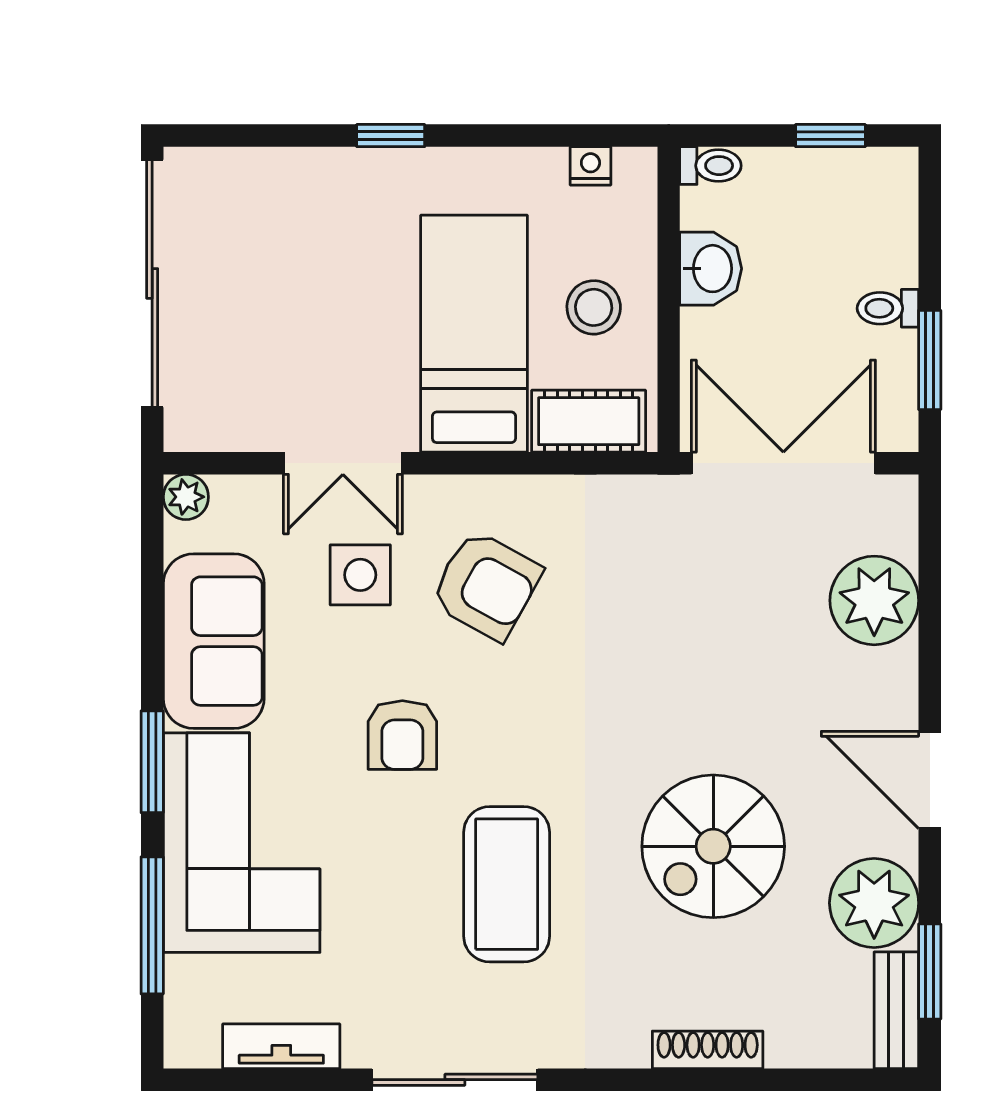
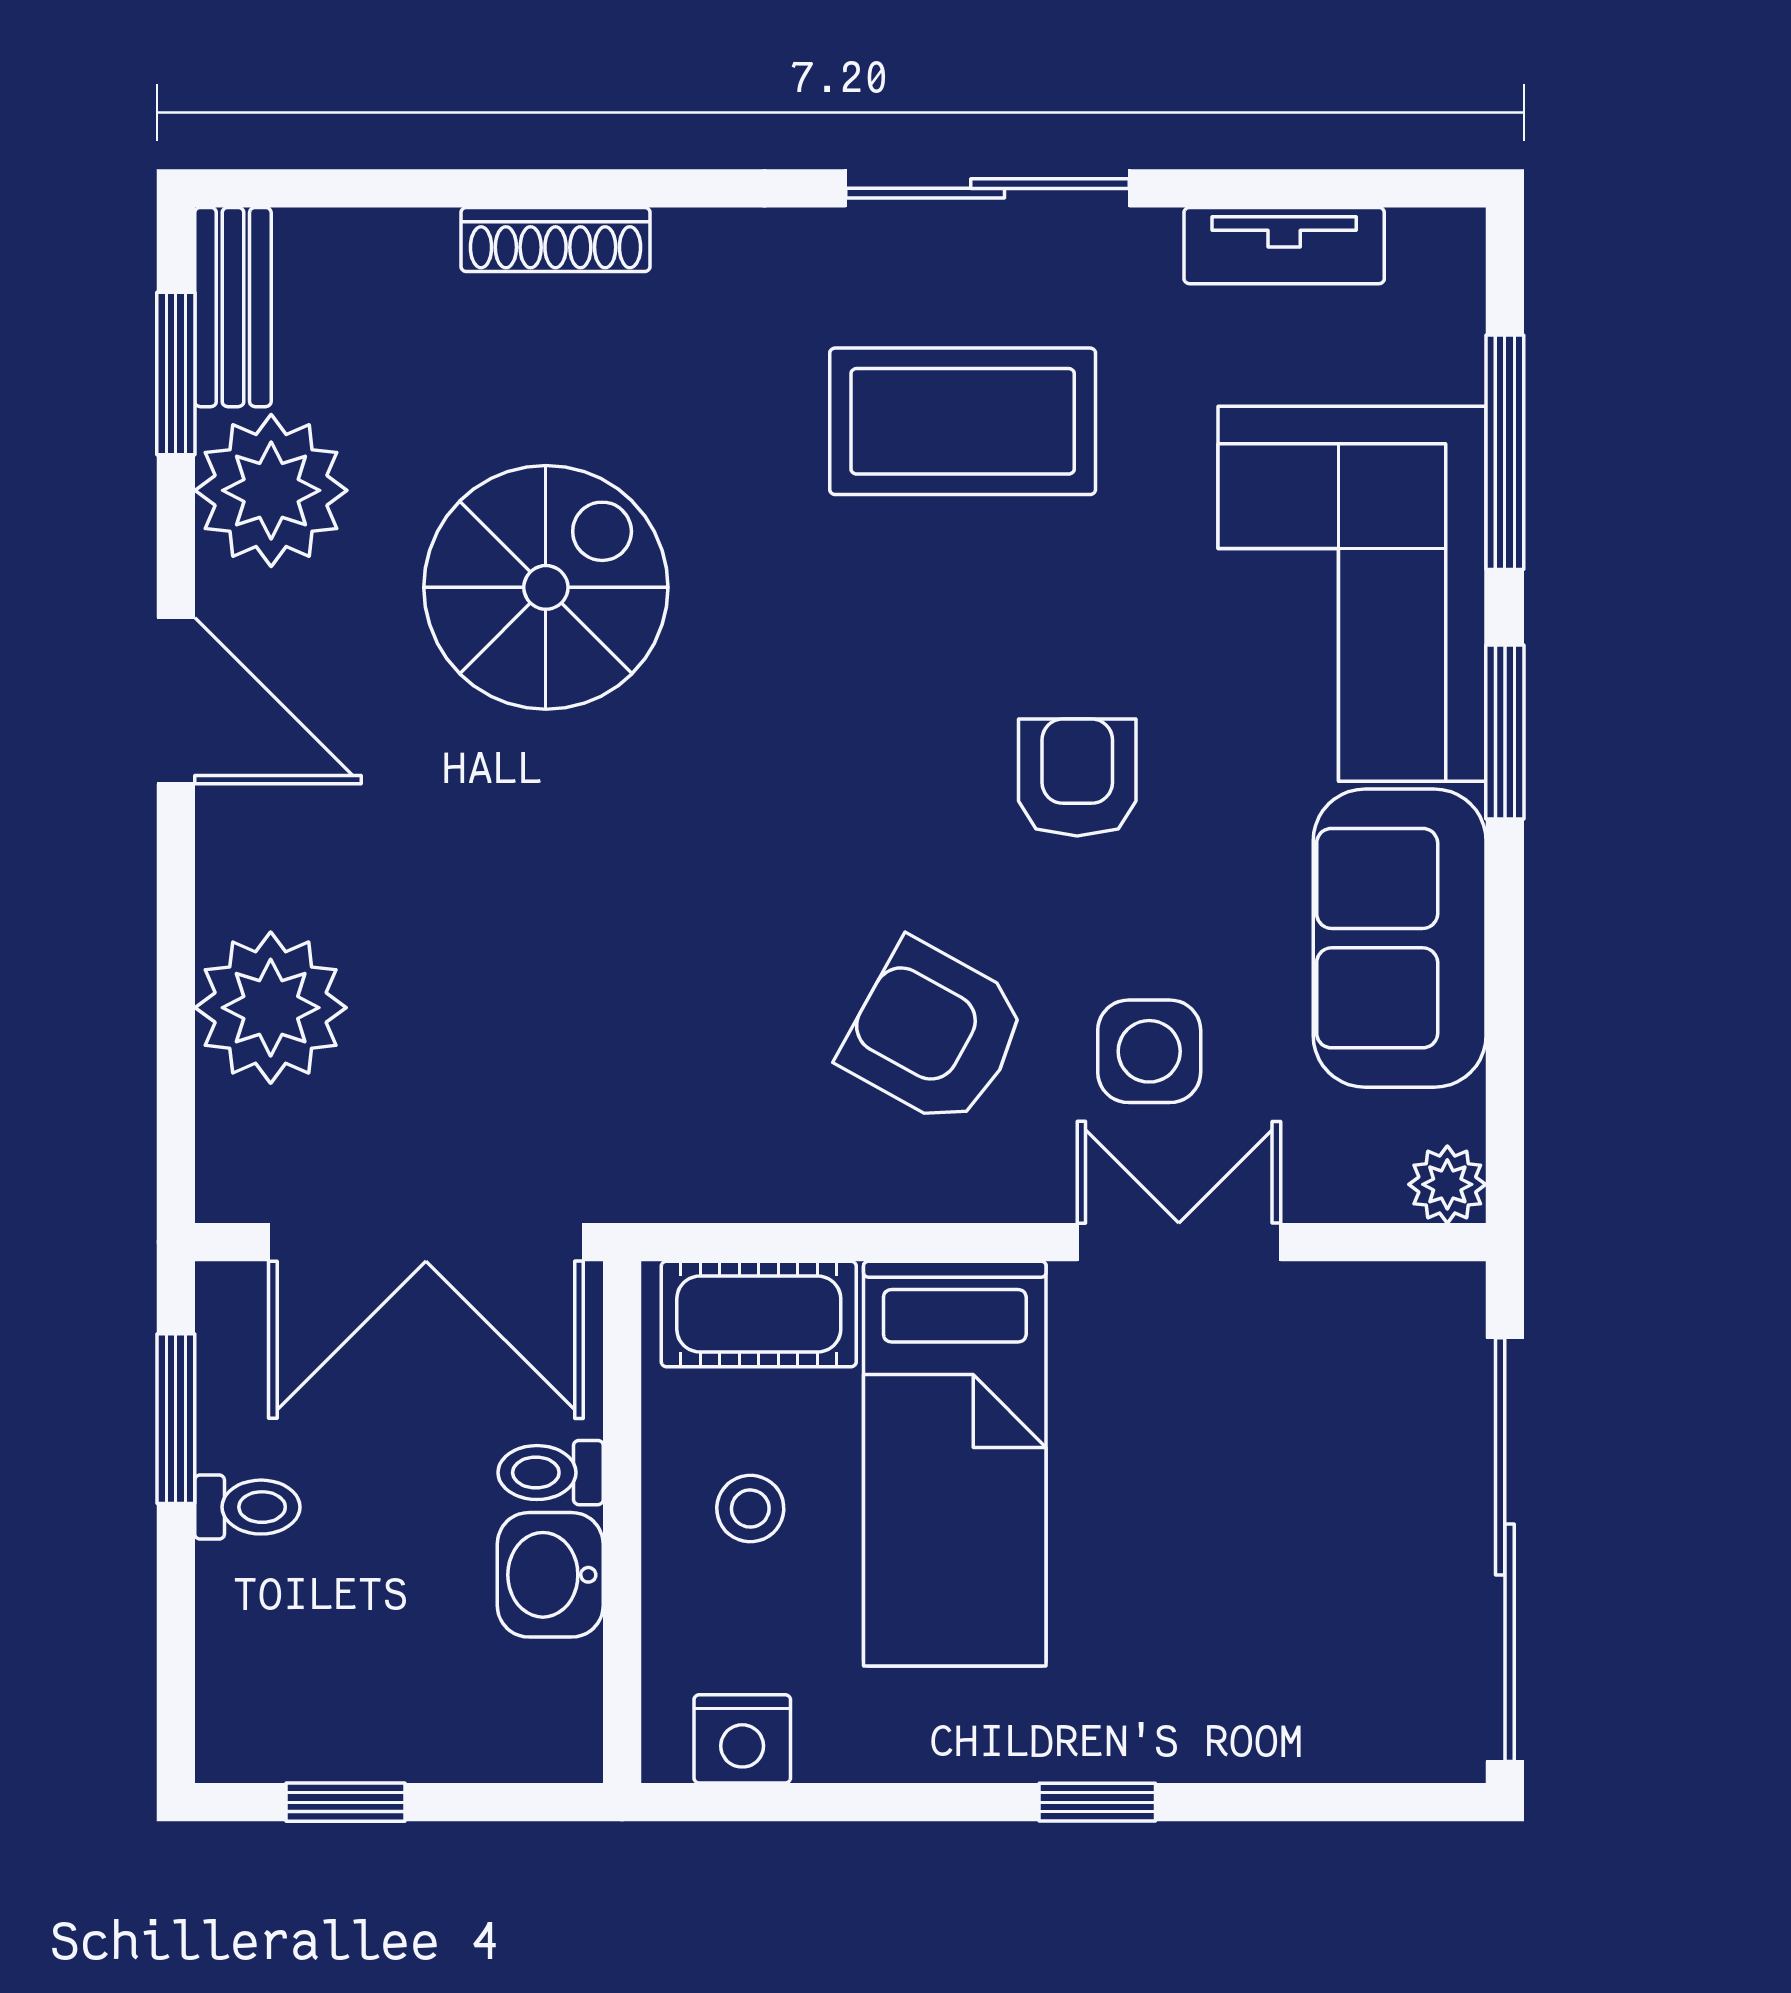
nightstand: (590, 166) -> (742, 1739), width x1.39, depth x1.35
toilet: (710, 166) -> (551, 1473), moved
stool: (594, 307) -> (750, 1509), width x0.73, depth x0.73
coffee table: (507, 884) -> (963, 421), moved, turned 90

